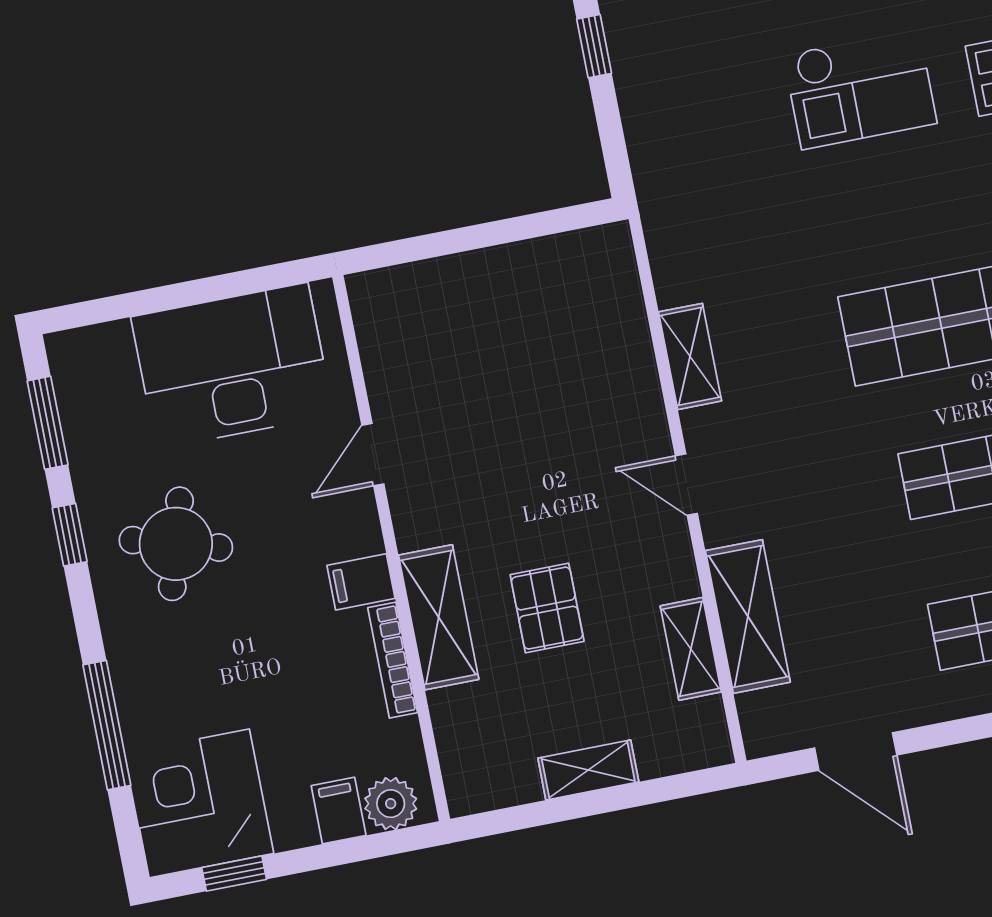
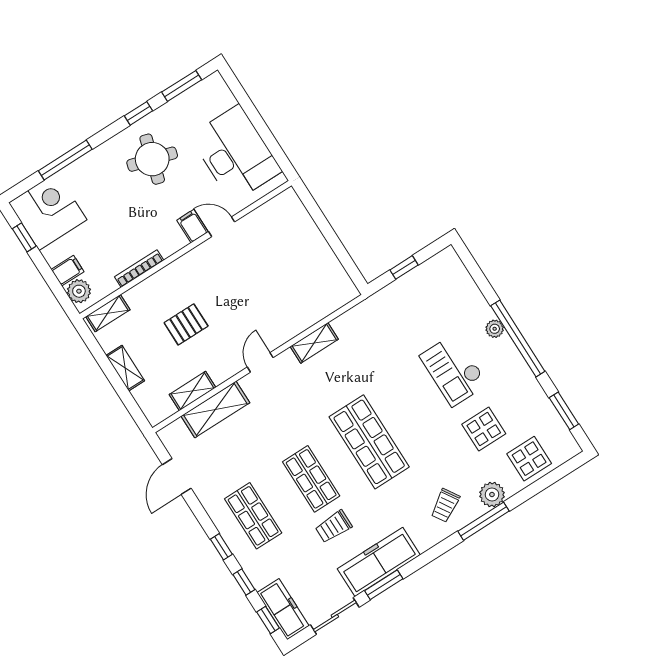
window: (594, 46) -> (404, 267), moved
filing cabinet: (361, 582) -> (192, 226), moved
shelving: (439, 617) -> (108, 313), moved, width x0.67, depth x0.75

